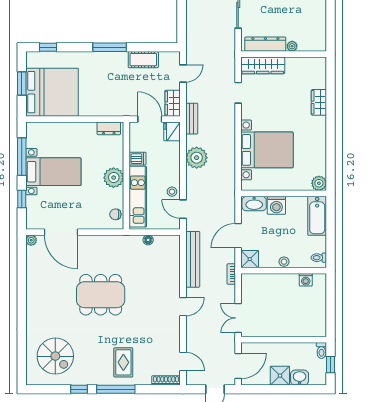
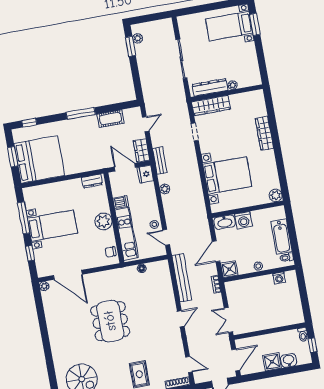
wardrobe: (319, 102) -> (264, 133), width x1.50
plant: (197, 158) -> (165, 189), width x0.53, depth x0.53
bathtub: (317, 216) -> (281, 237), moved
dining table: (101, 295) -> (110, 321), turned 90

